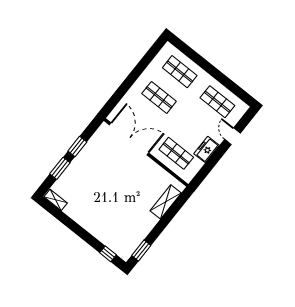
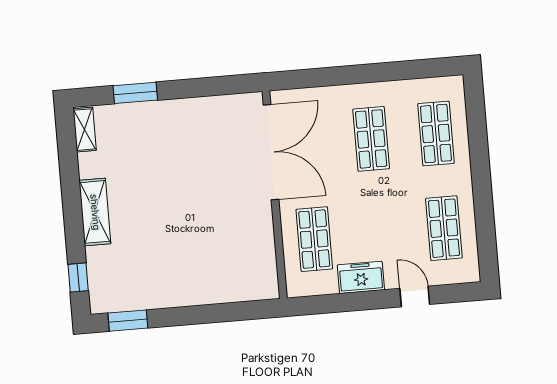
door: (232, 136) -> (415, 296), hinge flipped
window: (77, 146) -> (190, 88), removed
shelving: (166, 202) -> (95, 212), moved, turned 90

